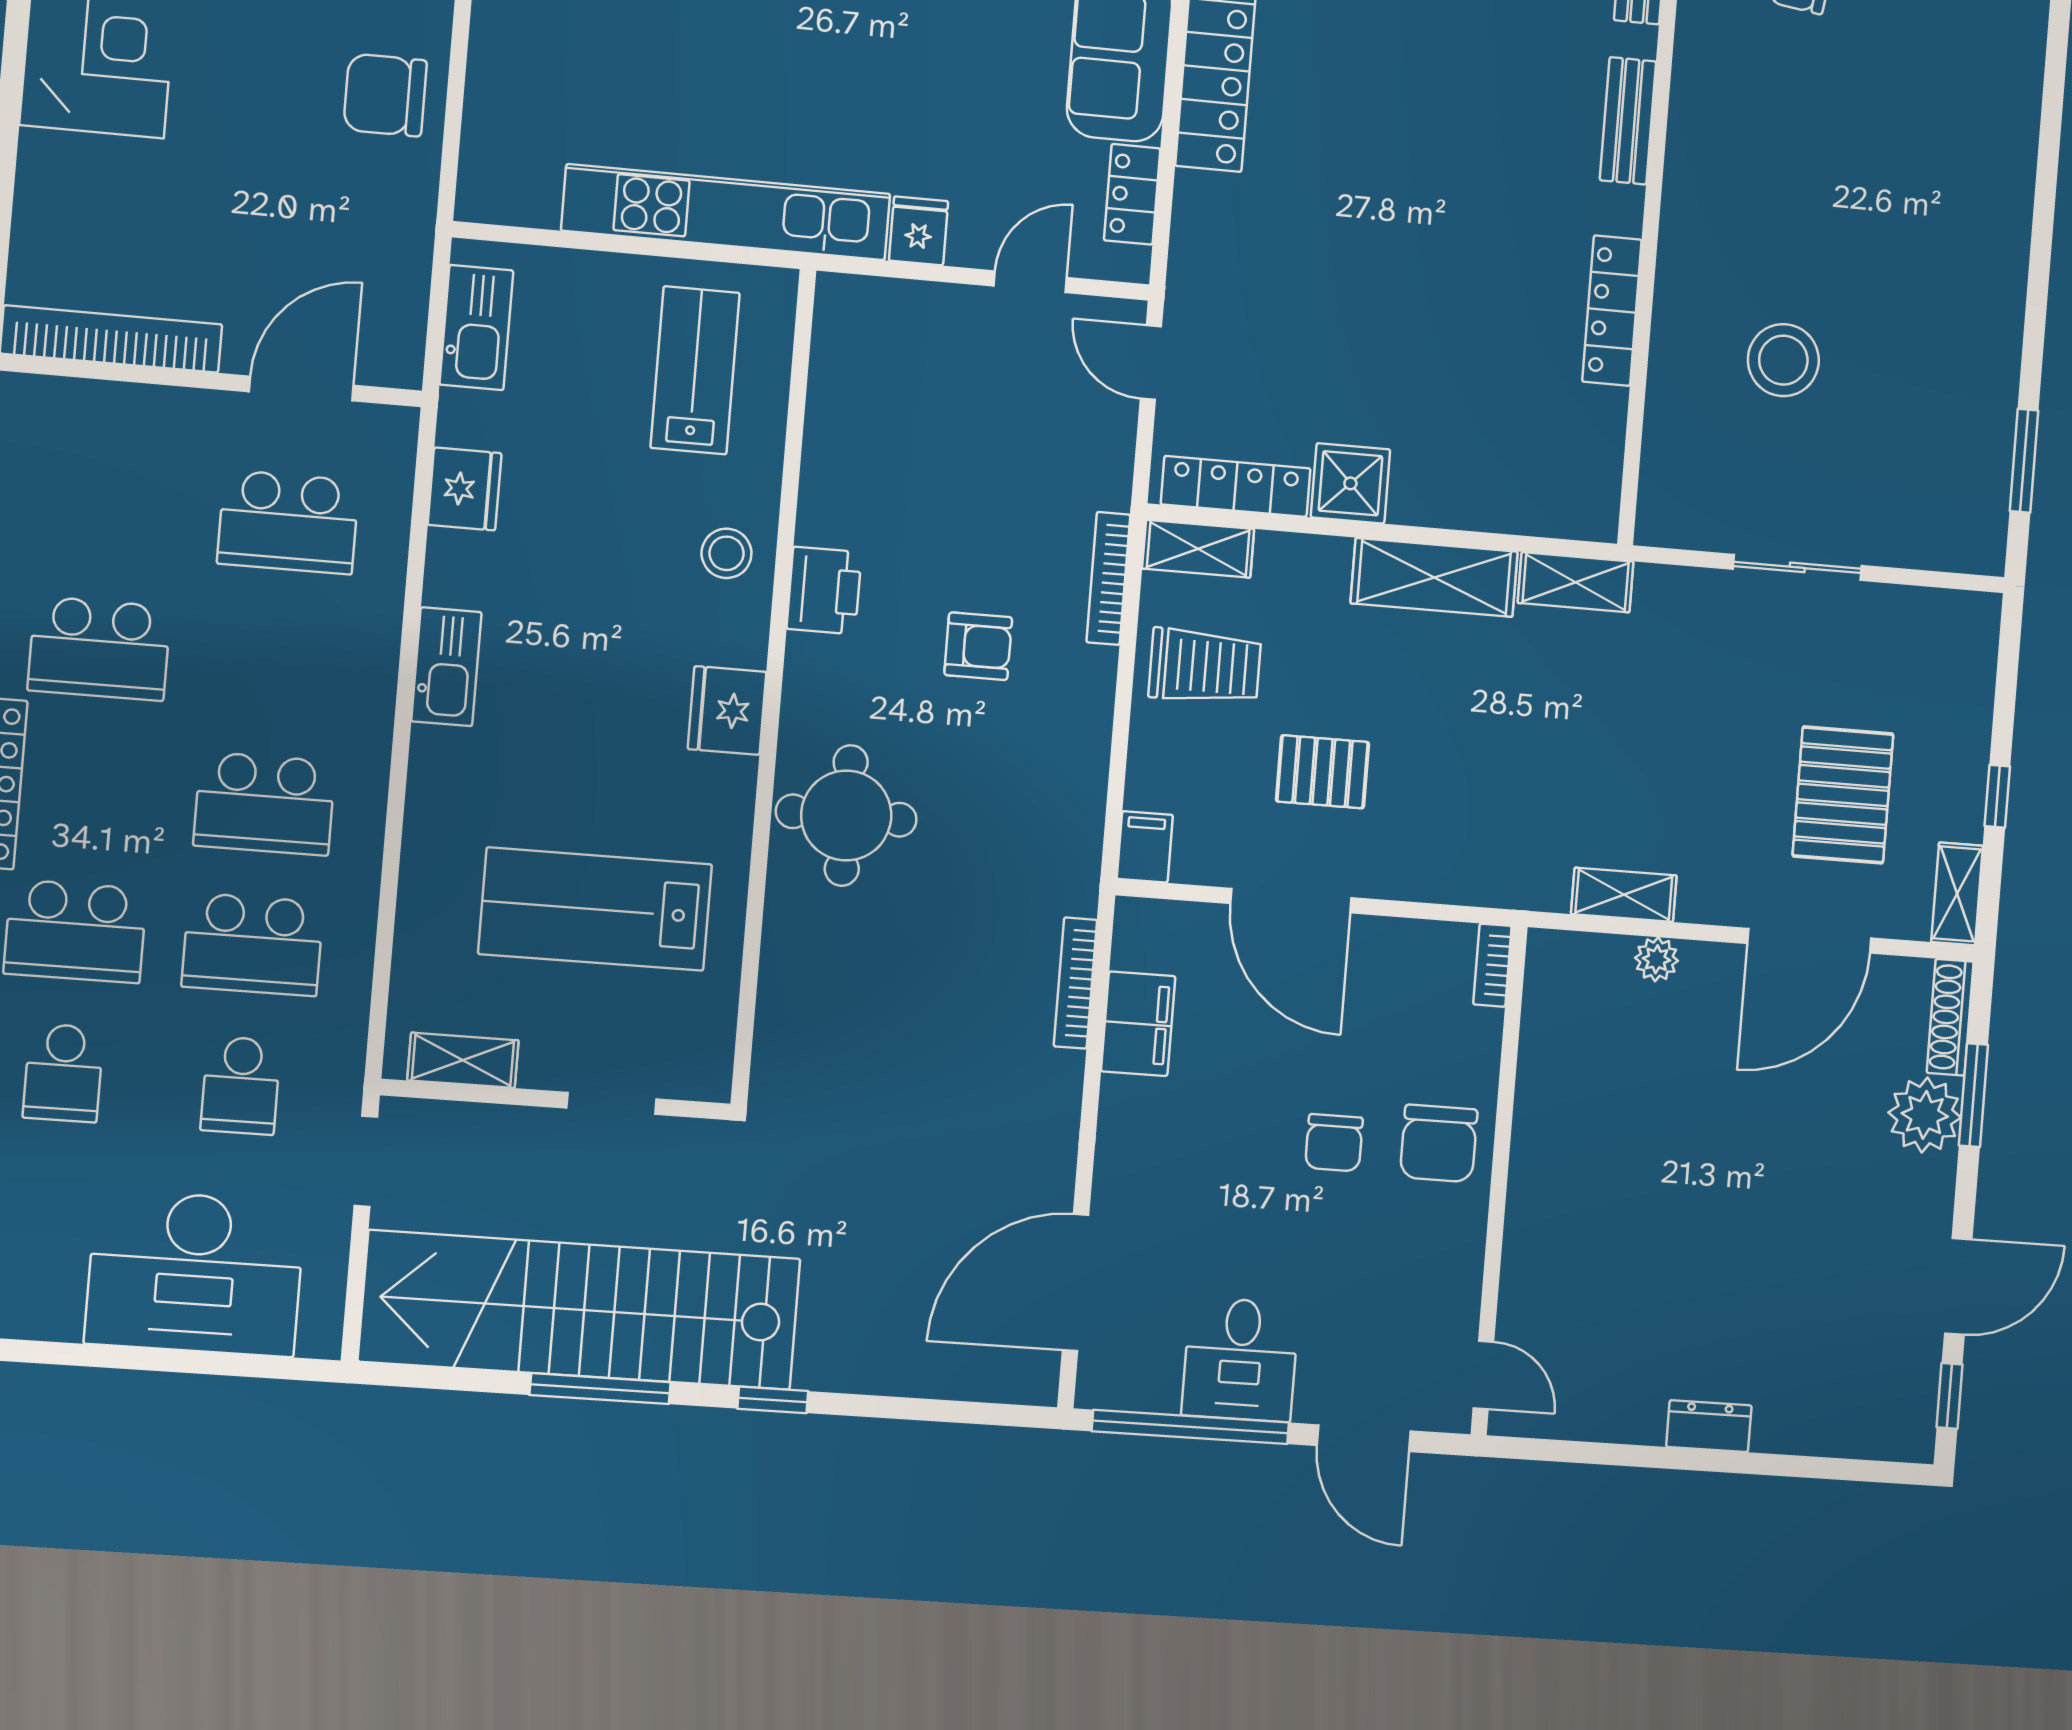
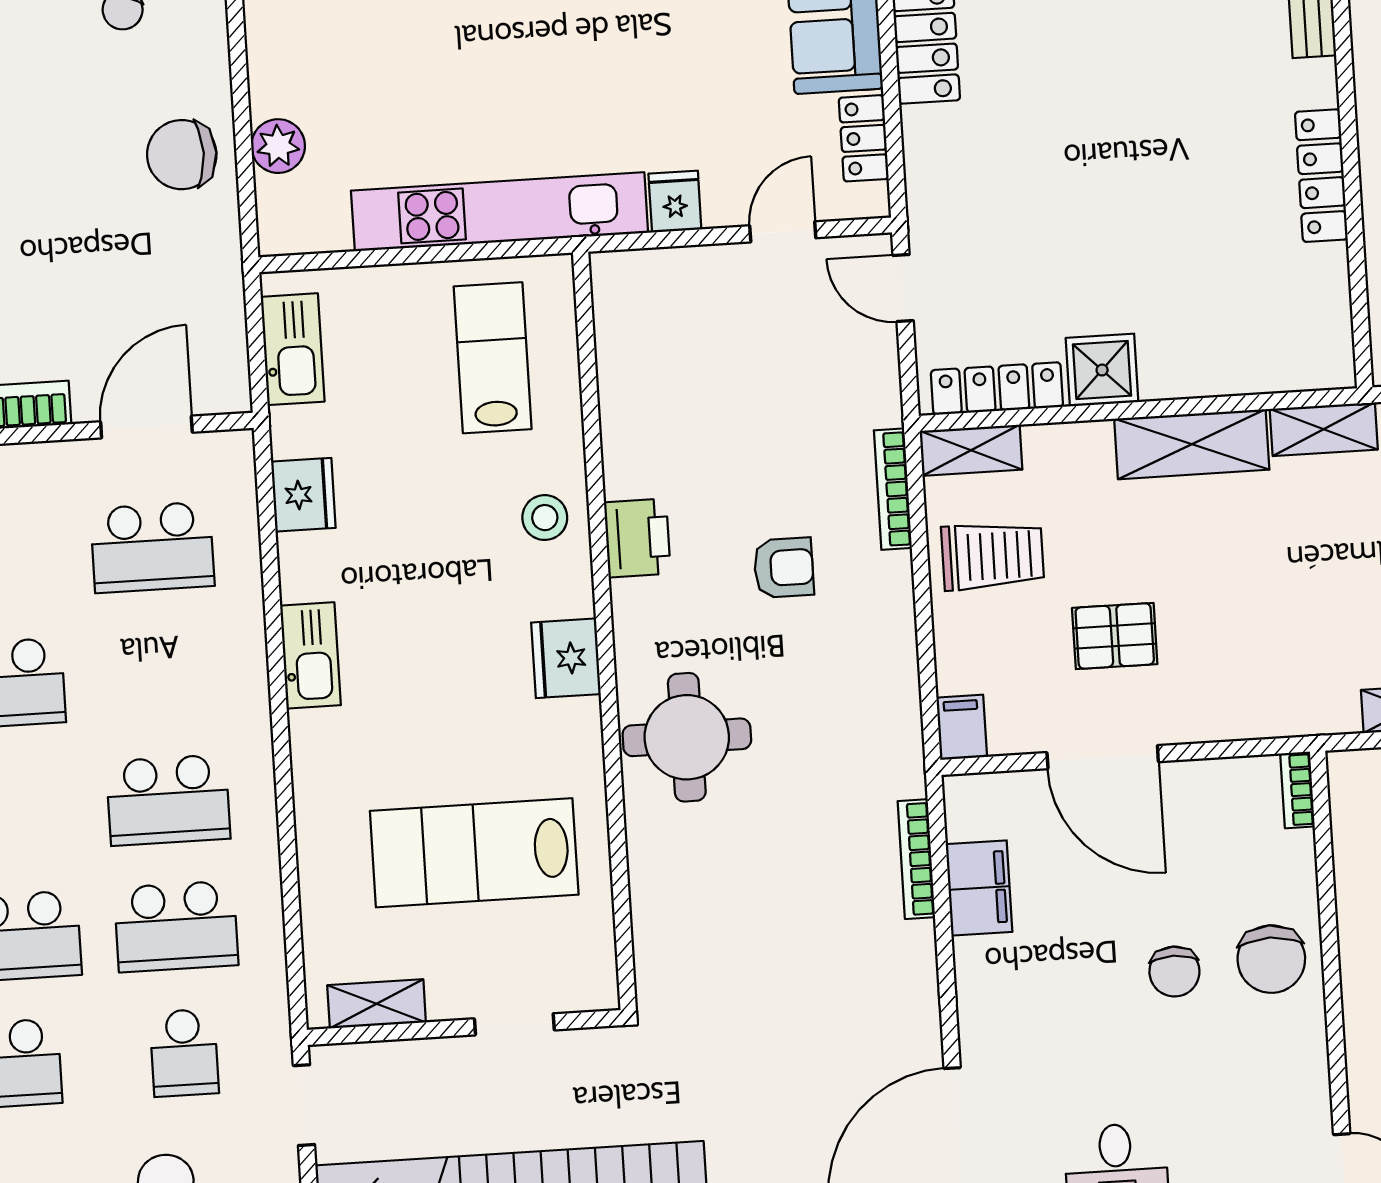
plant: (493, 102) -> (278, 146), added

